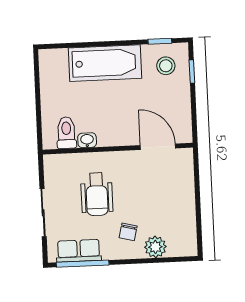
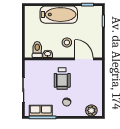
stool: (166, 66) -> (67, 42), moved
wheelchair: (97, 194) -> (62, 79), moved
plant: (155, 247) -> (91, 110), moved

